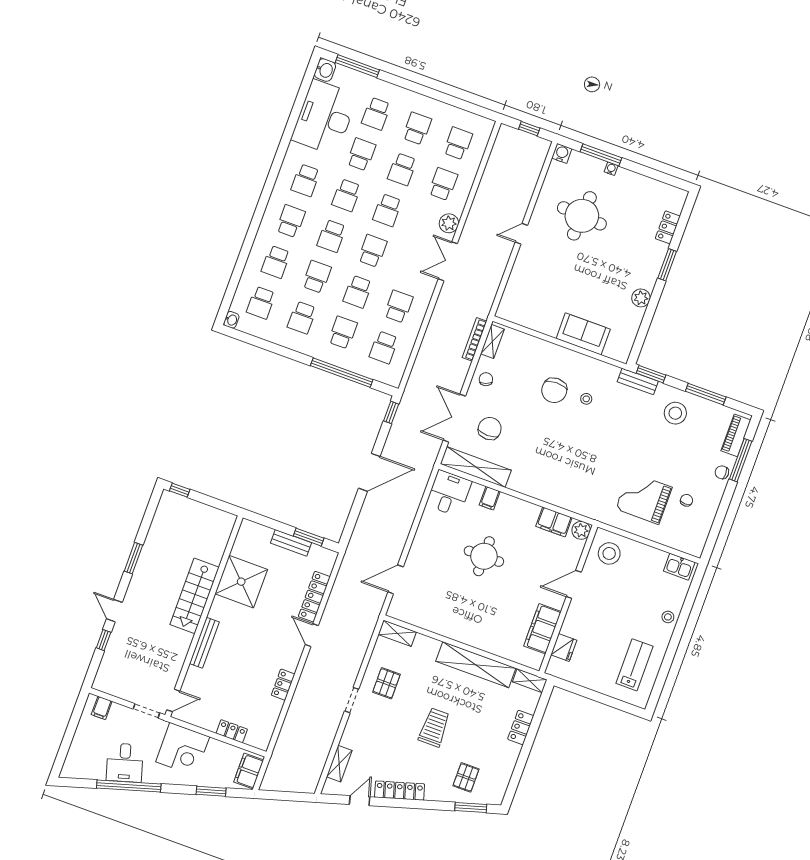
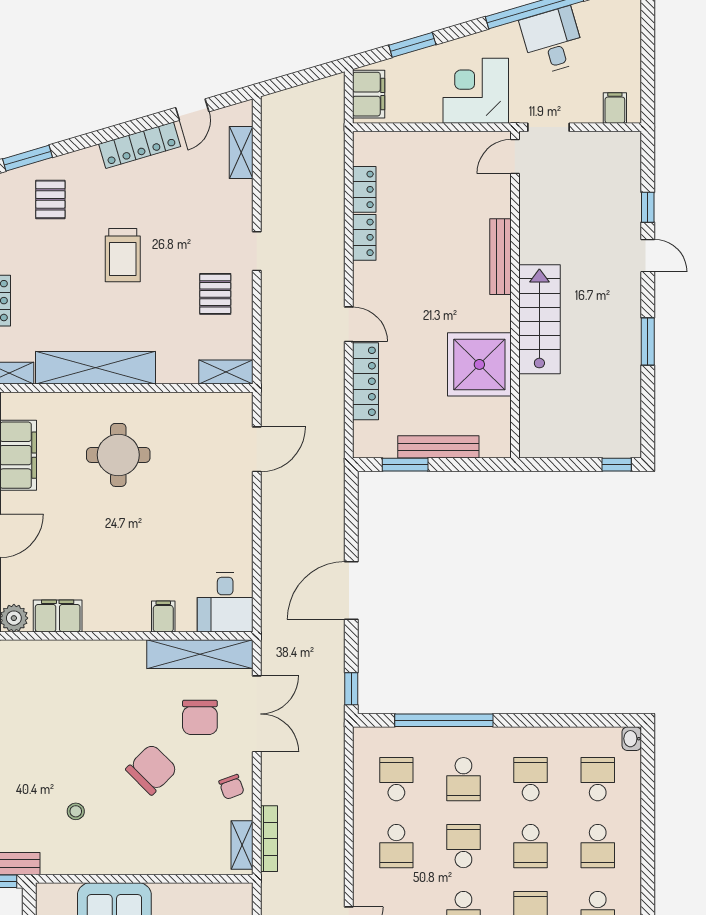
school desk: (276, 262) -> (598, 846), turned 180
chair: (554, 390) -> (152, 769), moved, turned 45
bench: (291, 543) -> (438, 447), width x1.36
round table: (484, 556) -> (118, 455), moved
locker: (232, 731) -> (364, 189), moved, turned -90

